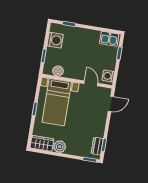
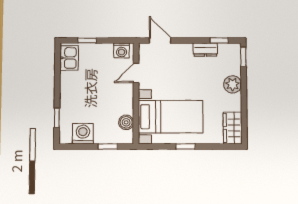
dresser: (97, 146) -> (205, 50), moved
plant: (60, 147) -> (233, 84), moved

